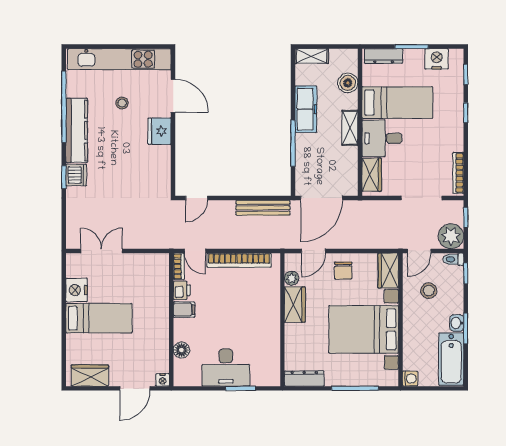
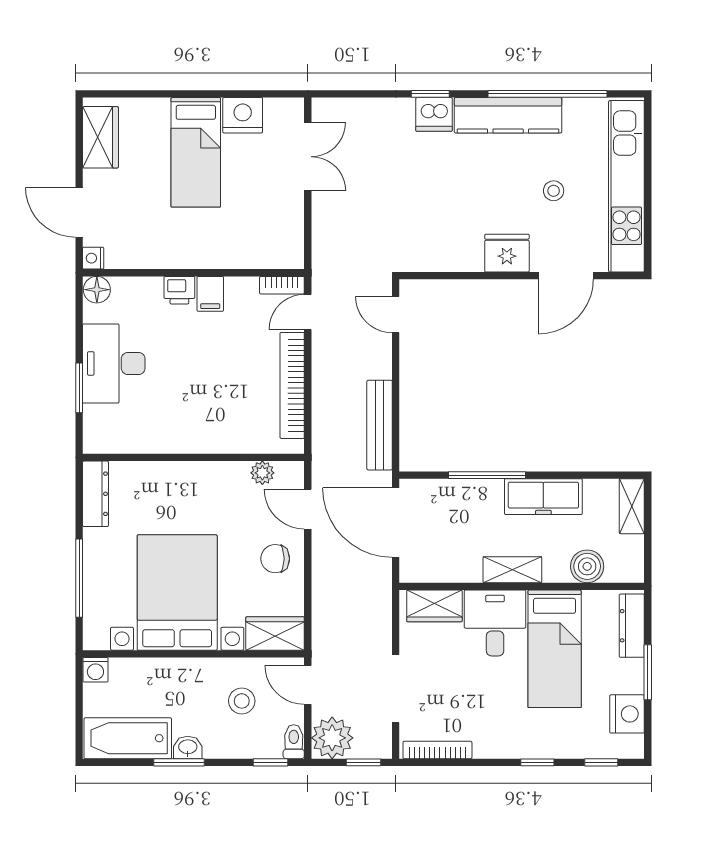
printer: (182, 290) -> (179, 290), moved
wardrobe: (295, 304) -> (219, 478), removed
floor lamp: (182, 350) -> (97, 290), moved

